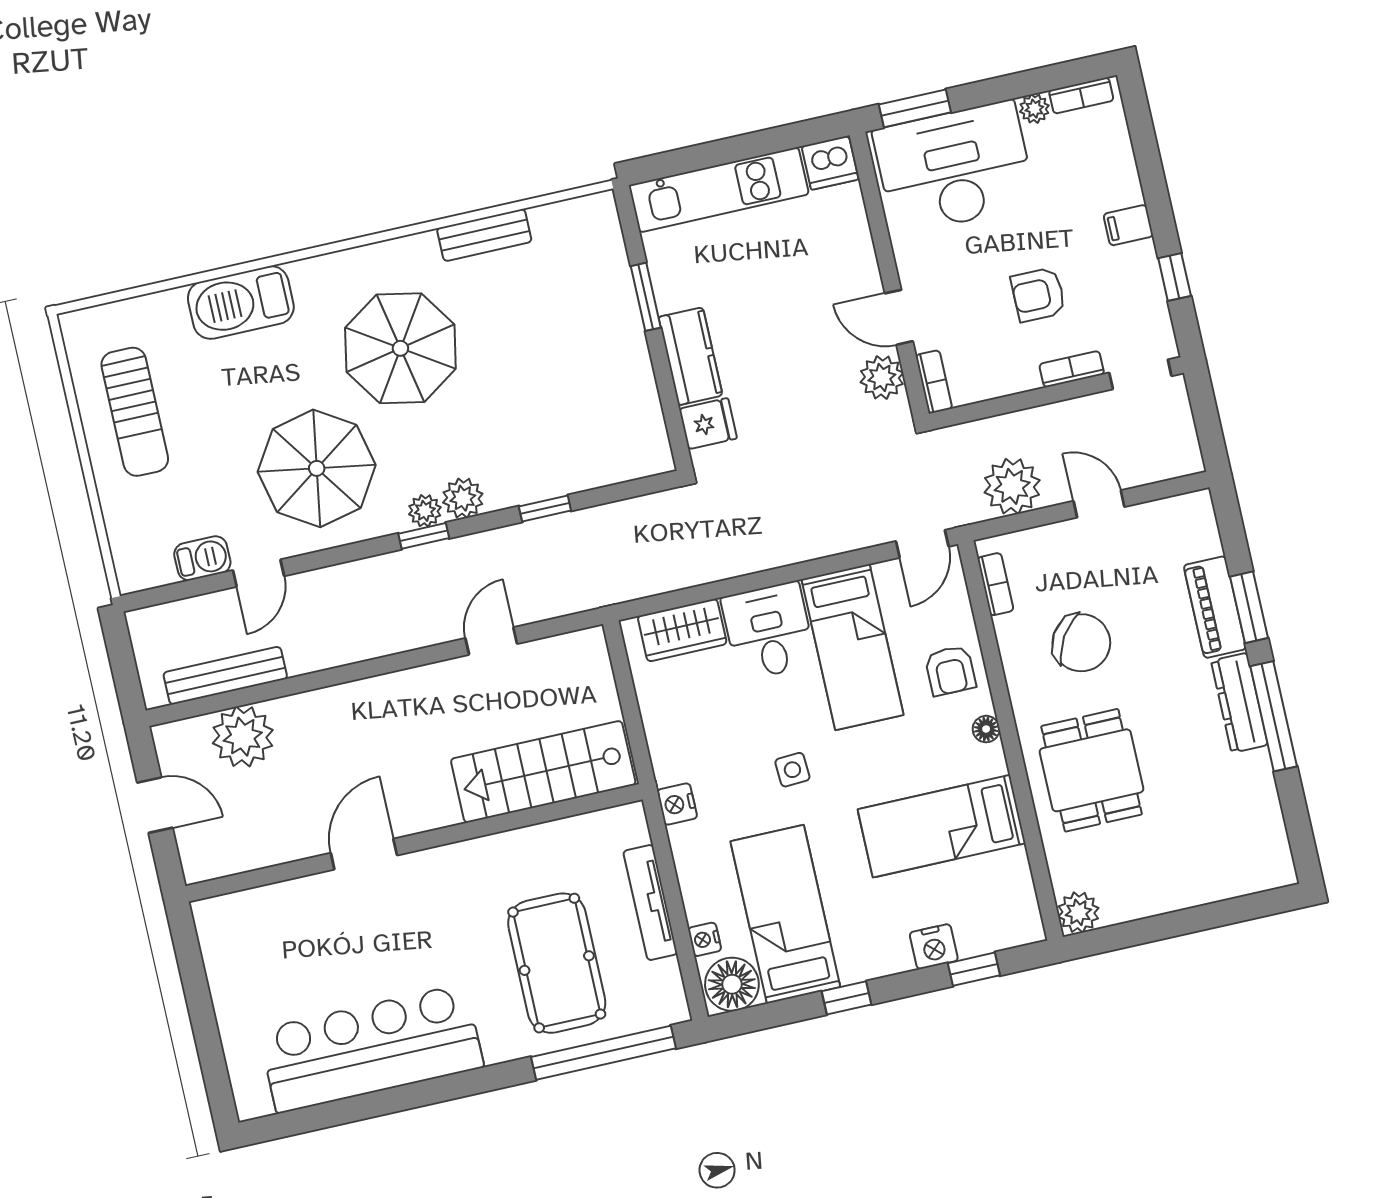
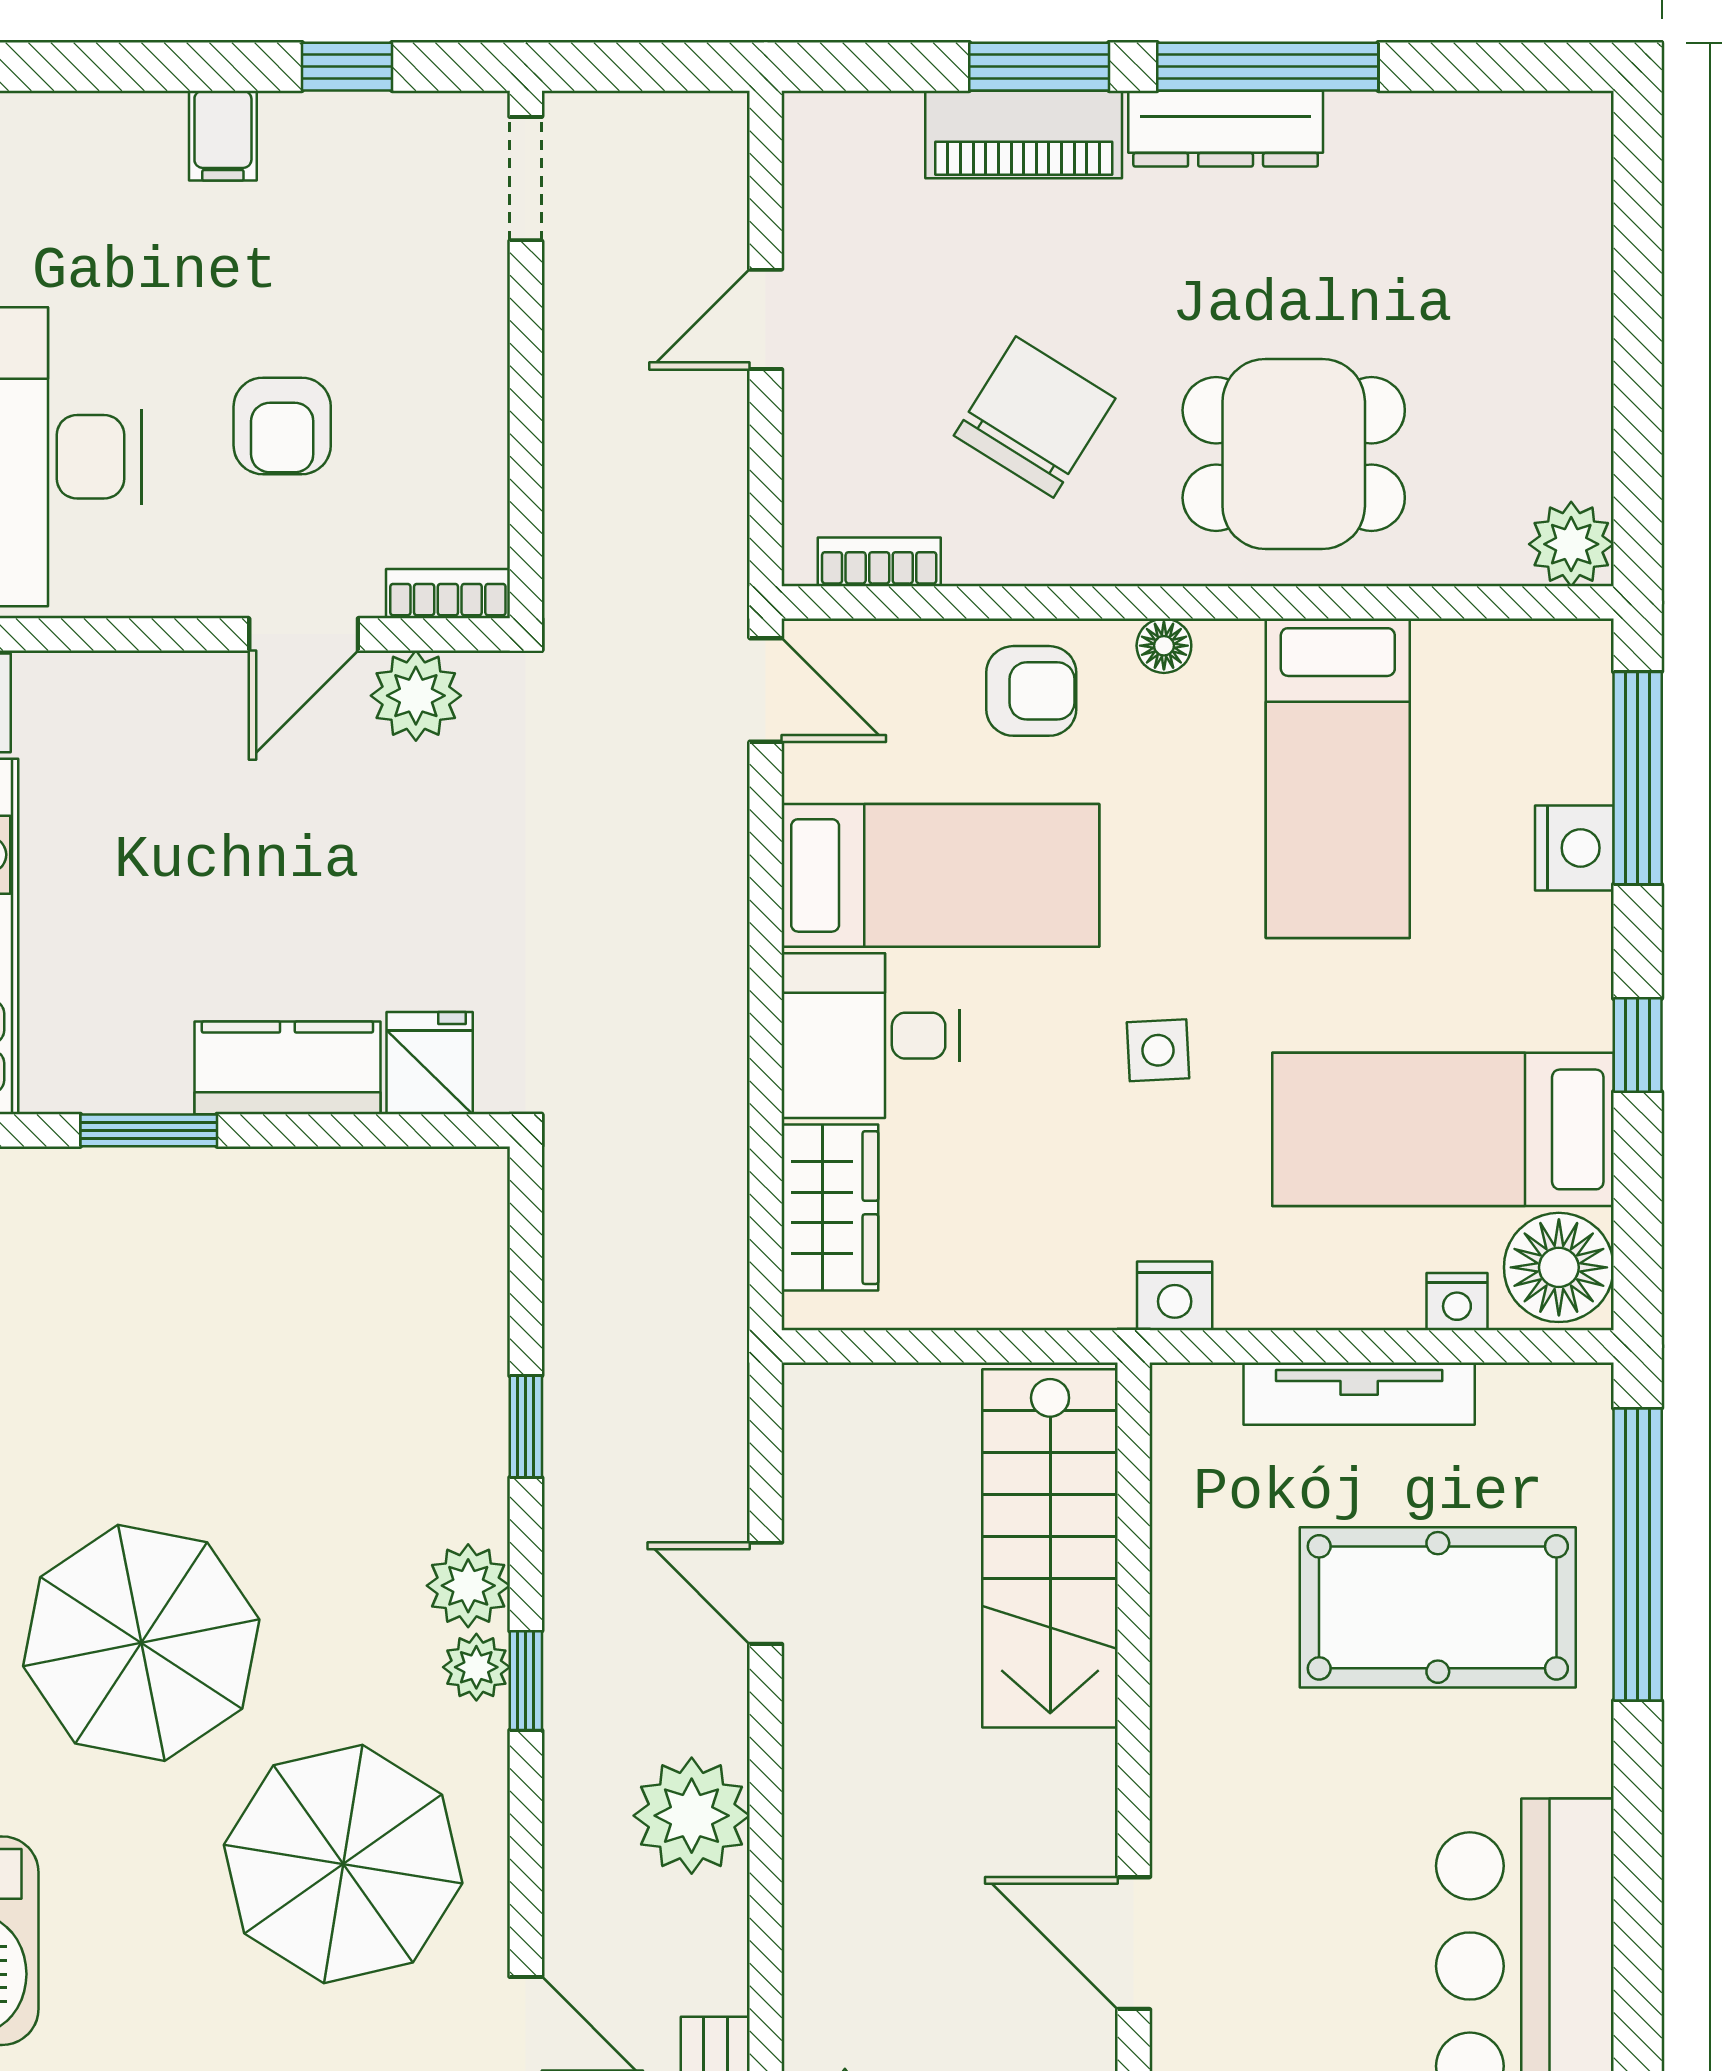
armchair: (1038, 295) -> (282, 426), moved
bookcase: (1072, 369) -> (485, 313), removed
plant: (1012, 486) -> (692, 1816), moved
window: (974, 969) -> (1638, 778), width x2.17

